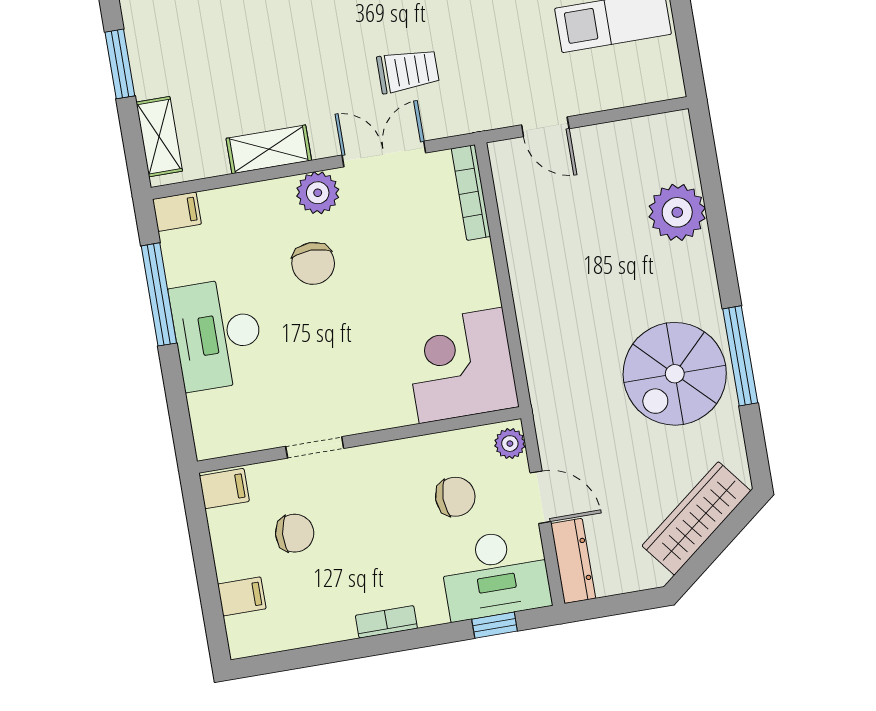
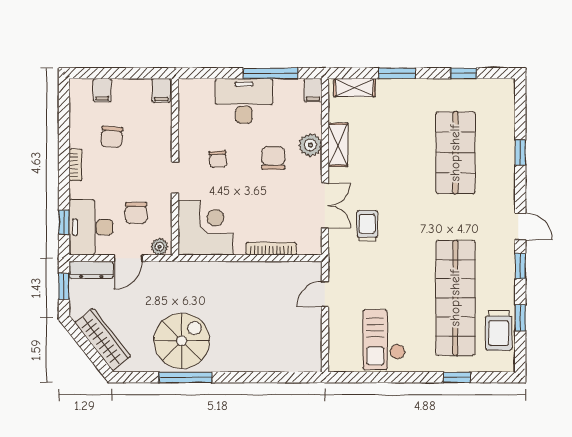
trolley: (408, 71) -> (367, 226), turned 180
plant: (318, 193) -> (310, 145), moved
bookcase: (471, 193) -> (271, 249), moved
plant: (677, 212) -> (268, 357), removed
chair: (313, 263) -> (273, 158), turned 90
chair: (332, 364) -> (218, 159), added
spiral stairs: (675, 374) -> (182, 341), turned 90
doorway: (315, 447) -> (175, 178), moved
chair: (295, 533) -> (112, 137), moved
window: (612, 605) -> (64, 286), added

